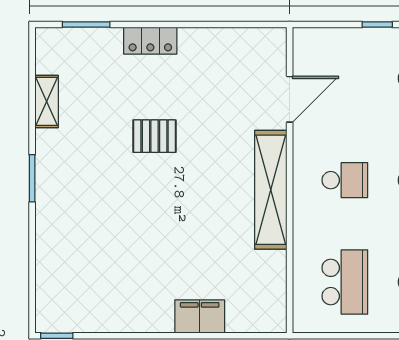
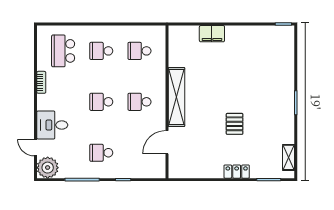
shelving: (47, 101) -> (289, 157), moved
pallet: (155, 136) -> (235, 124), turned 90
school desk: (345, 282) -> (139, 51), width x0.54

